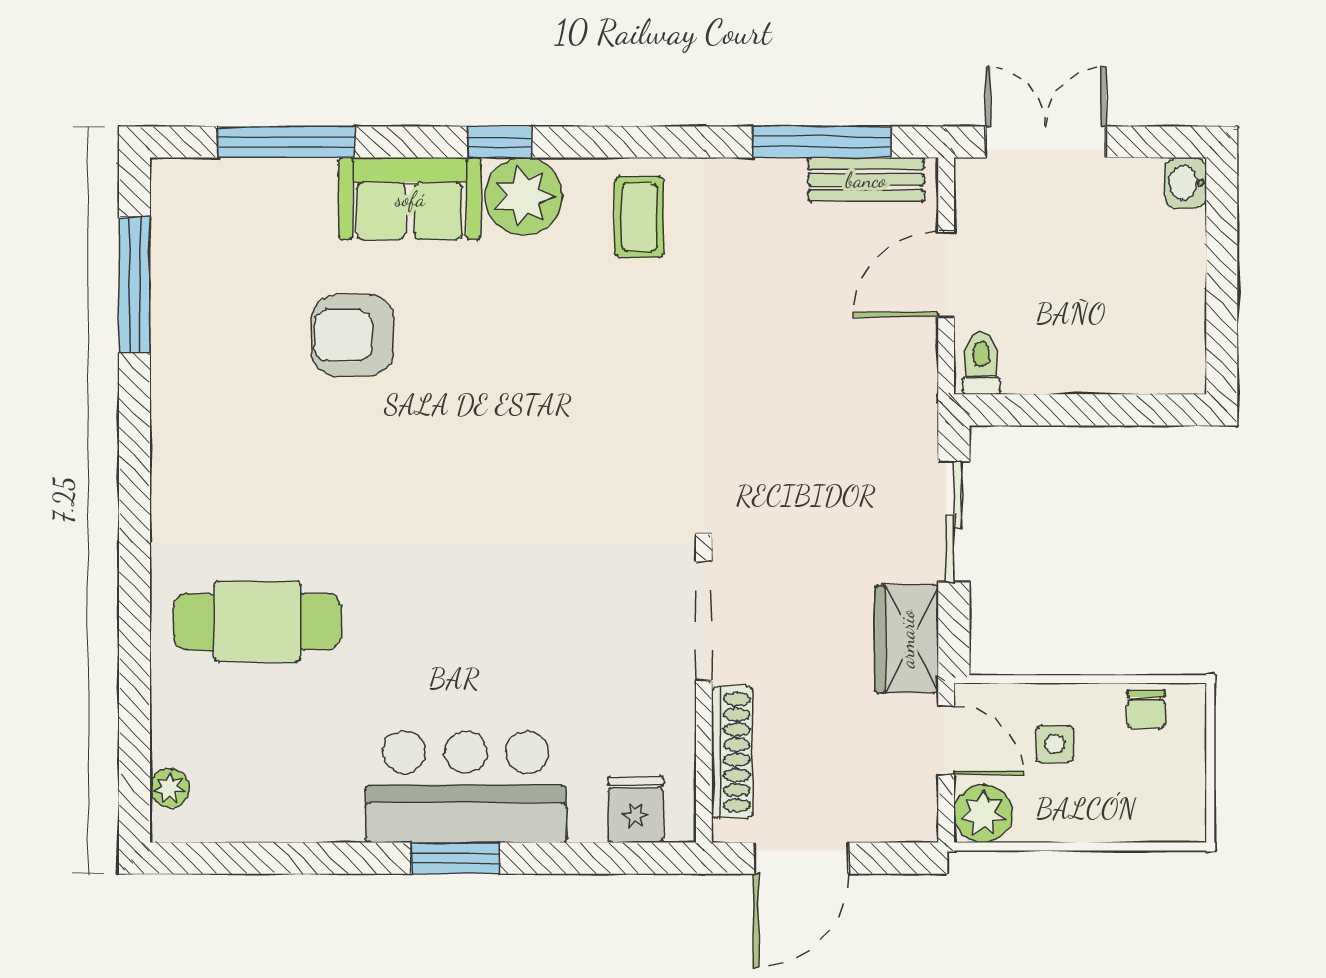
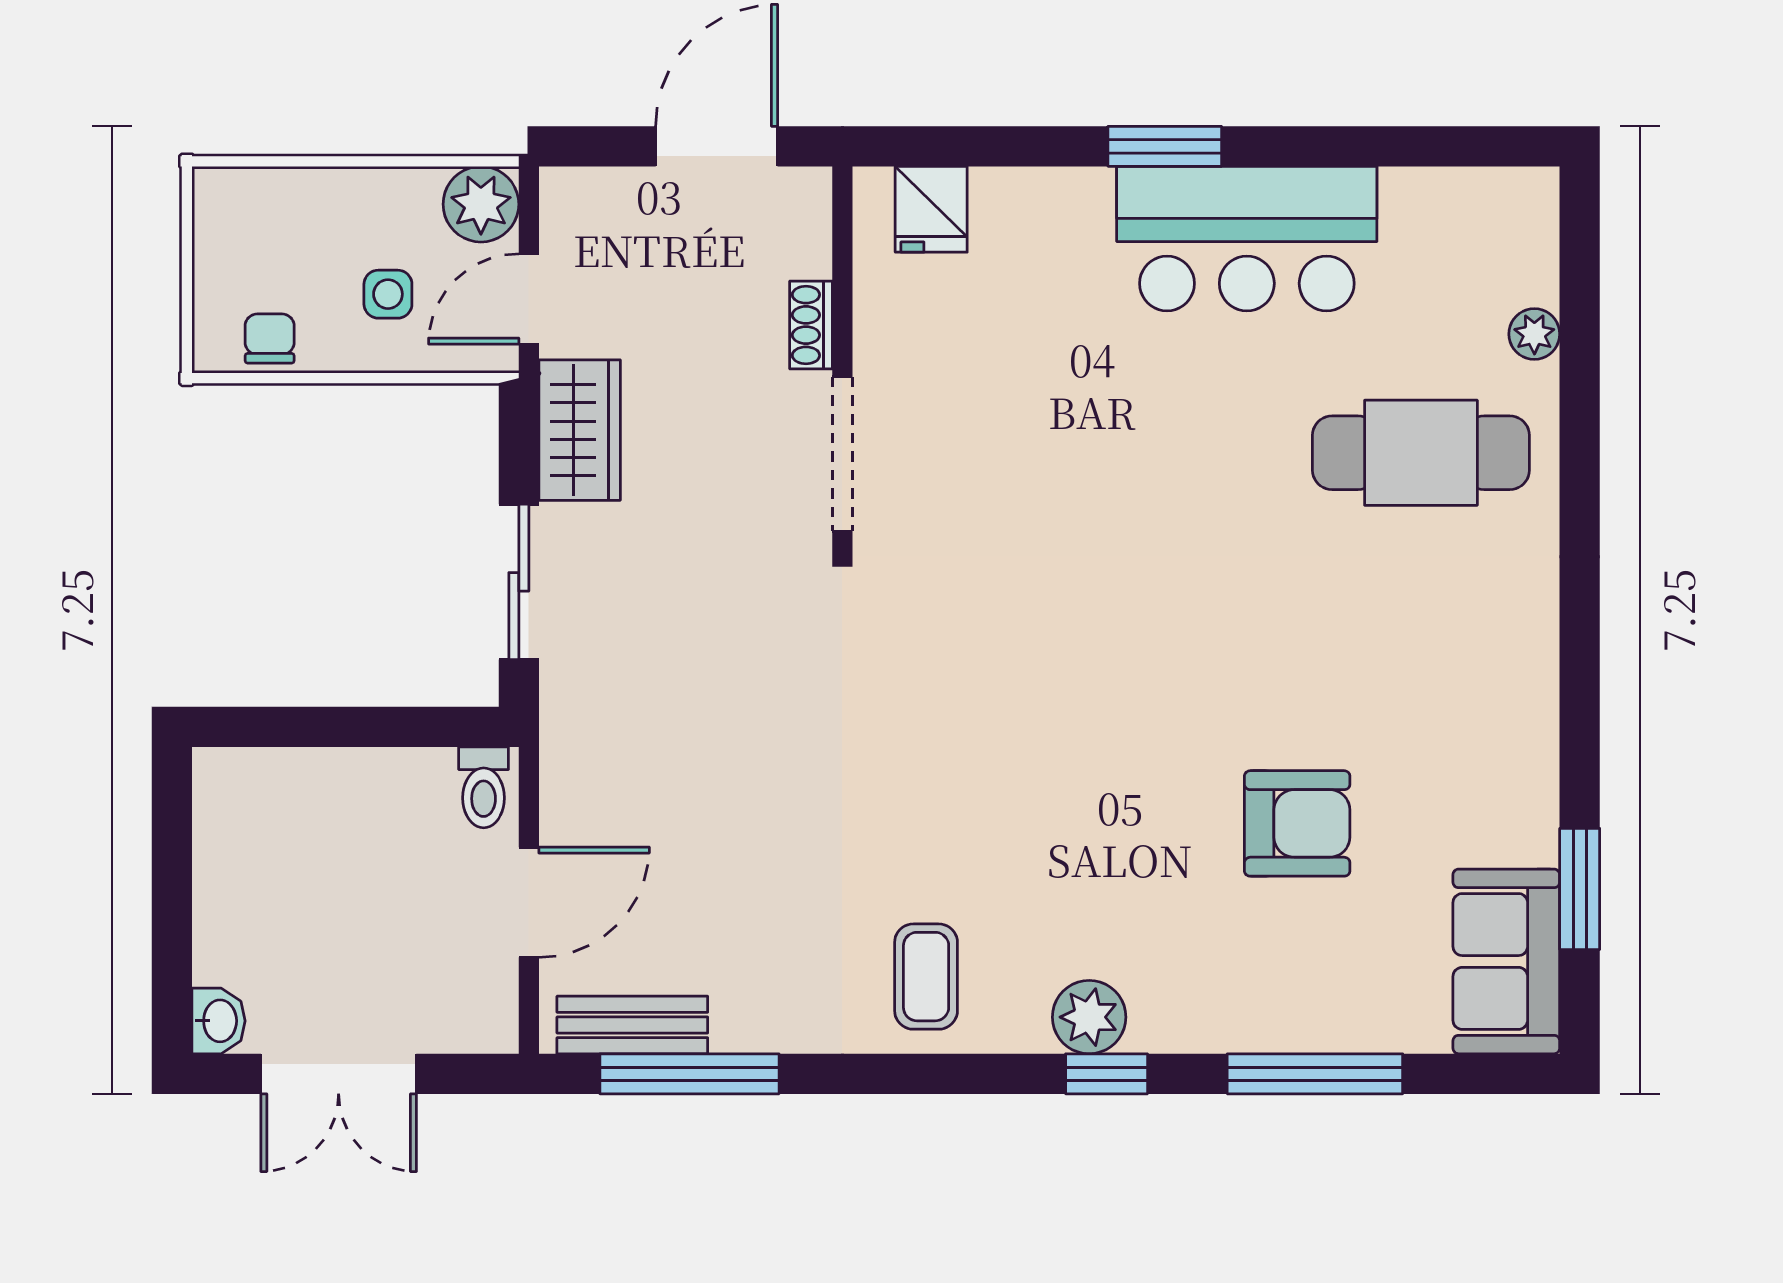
window: (286, 142) -> (1315, 1074), moved
double door: (1046, 142) -> (339, 1074), moved
plant: (524, 196) -> (1089, 1017), width x0.73, depth x0.73
sofa: (410, 199) -> (1506, 961), moved, turned -90
window: (135, 285) -> (1580, 889), width x0.69
door: (946, 740) -> (529, 299), hinge flipped
shoe rack: (732, 752) -> (811, 325), width x0.51, depth x0.81
bar counter: (466, 787) -> (1247, 239), moved
plant: (170, 788) -> (1534, 334), moved

